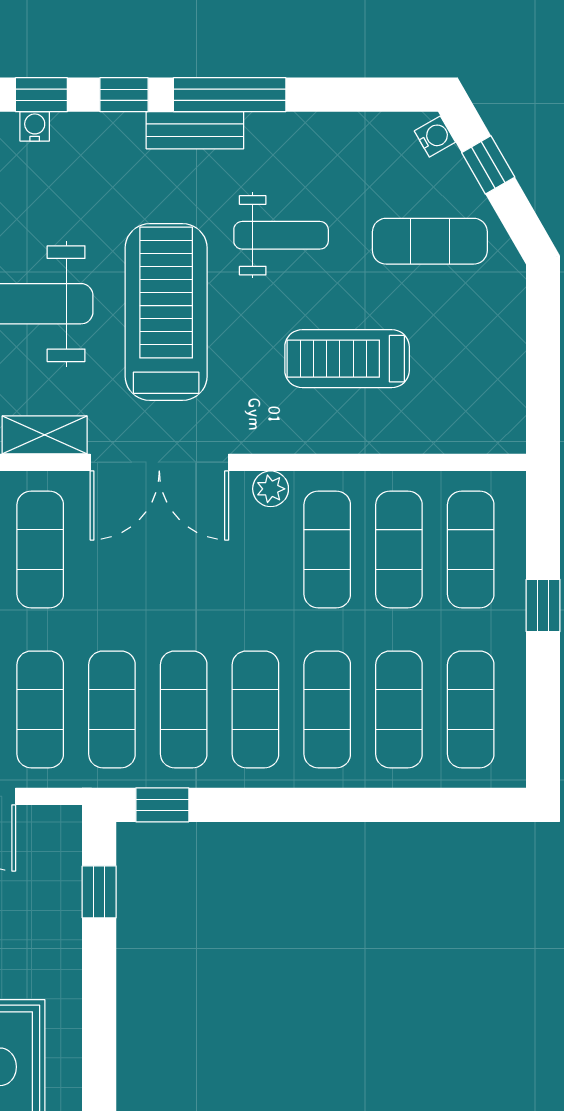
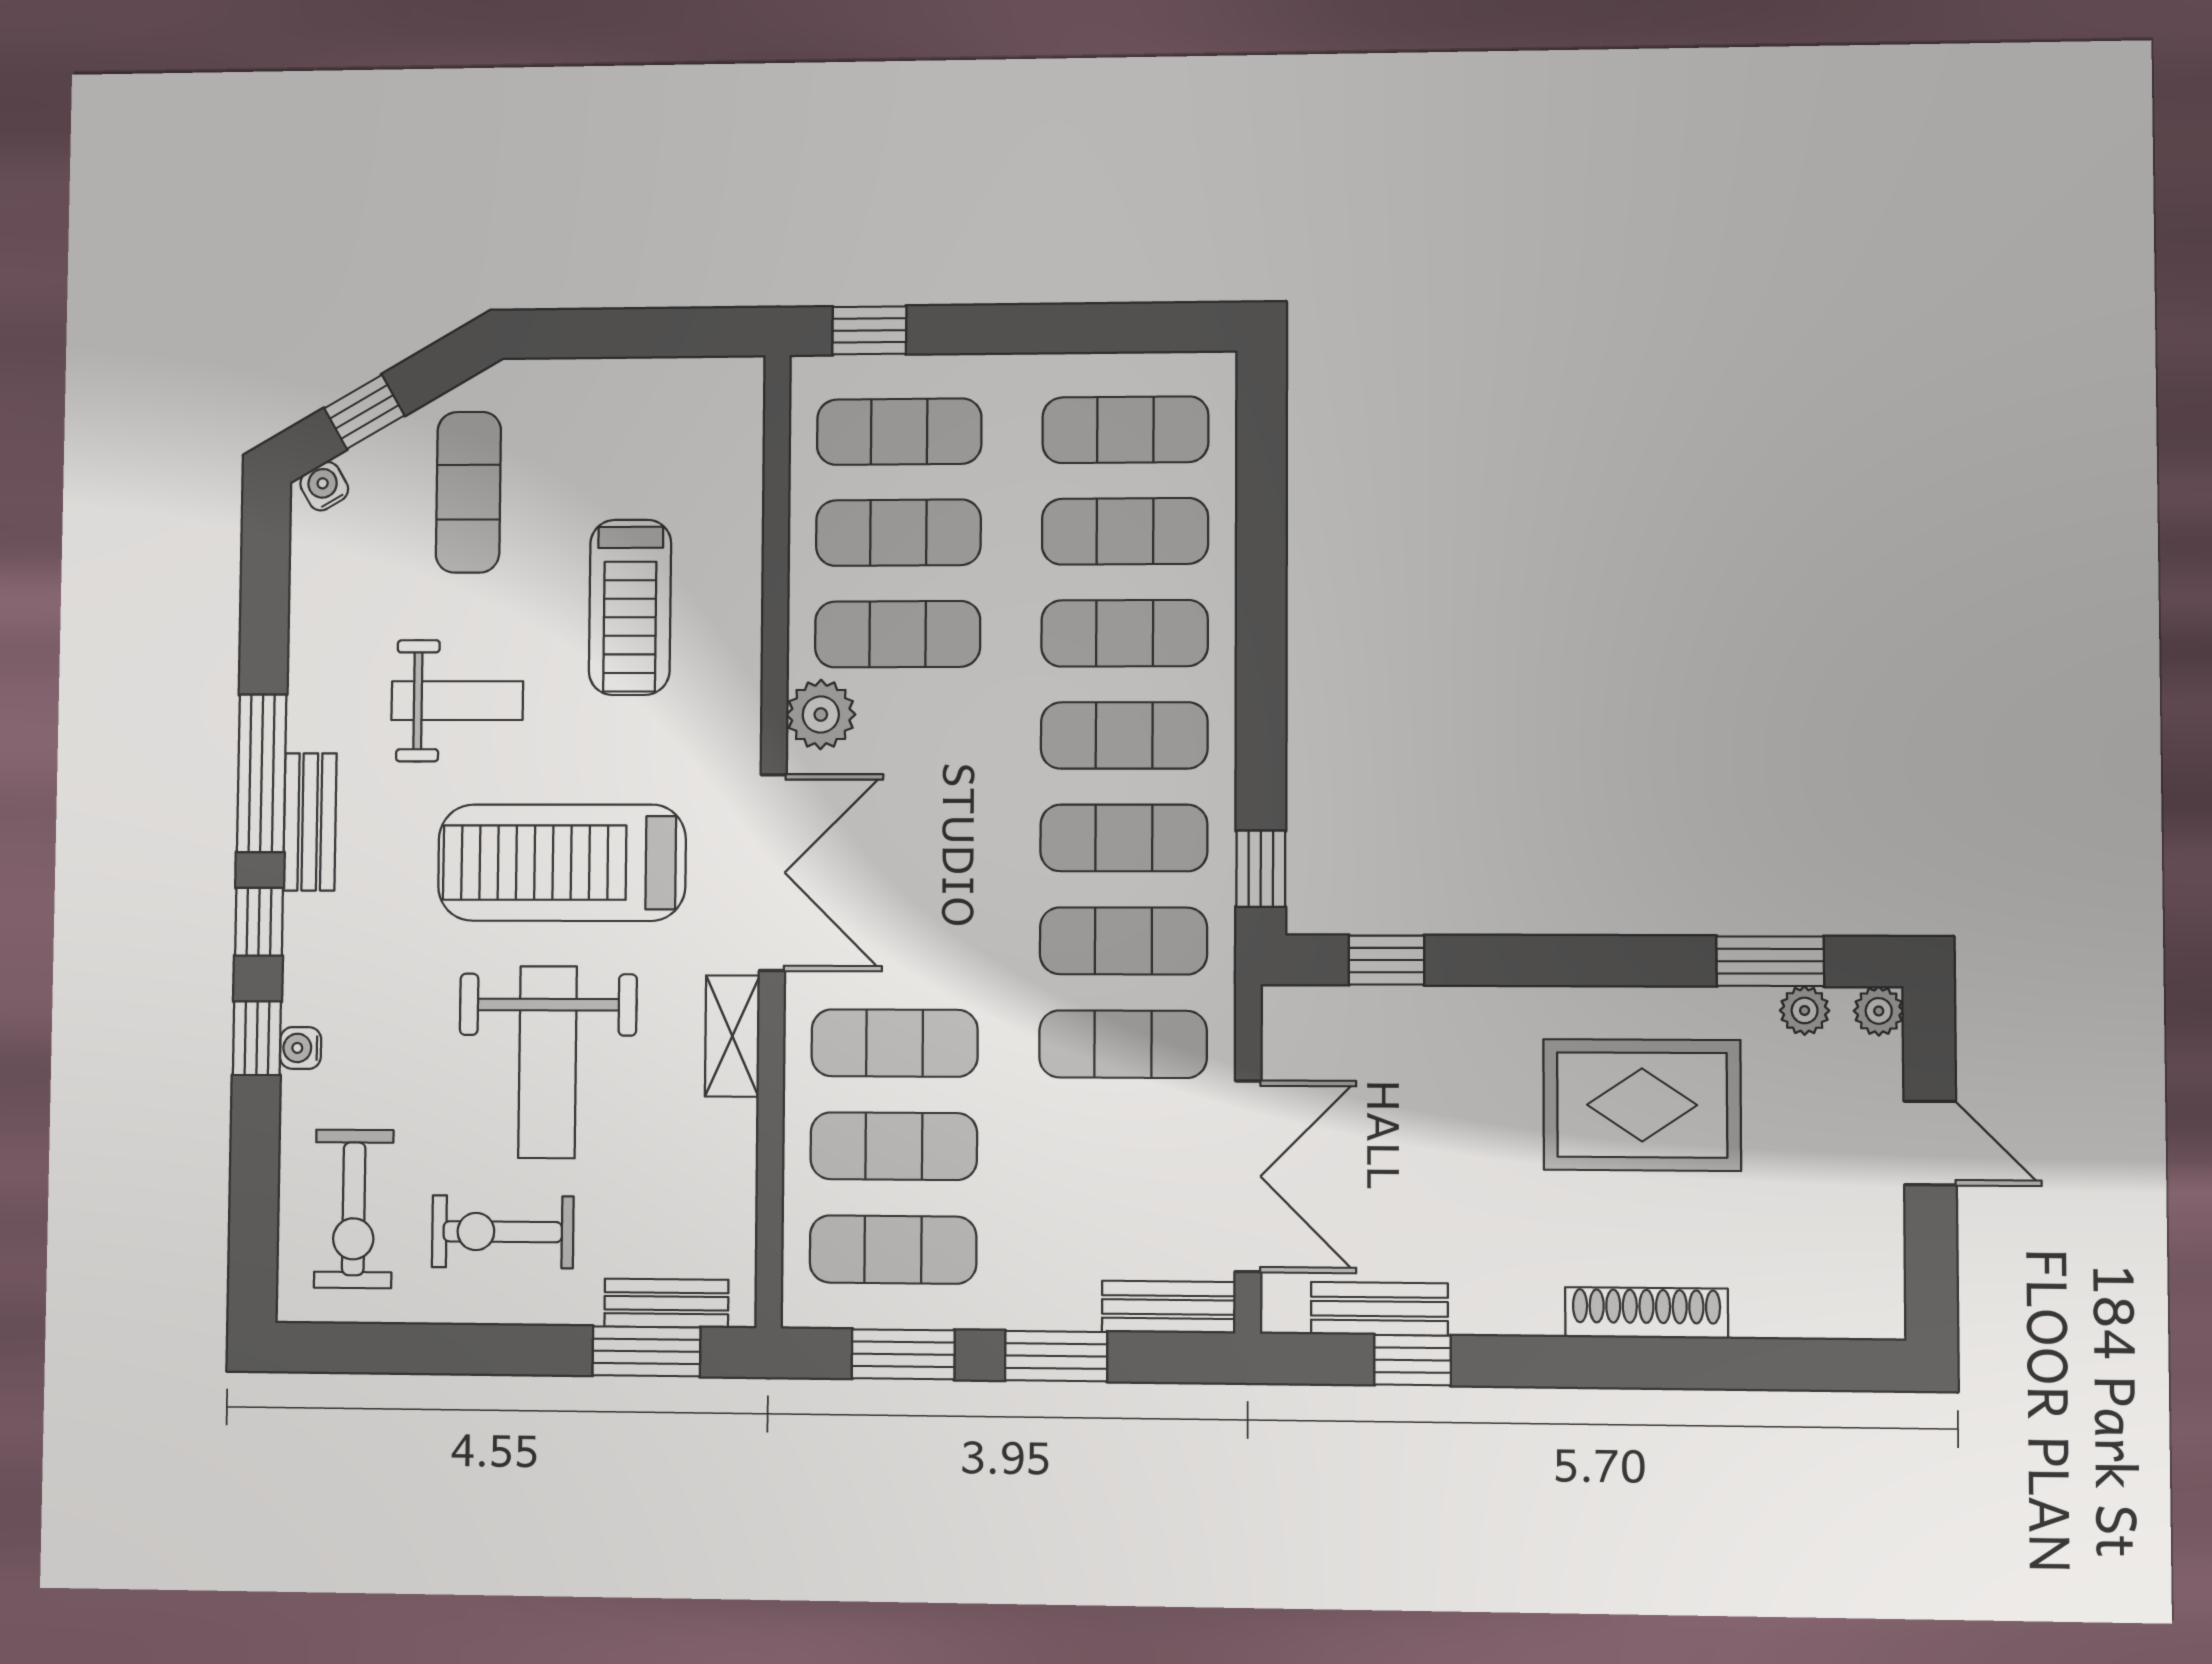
weight bench: (281, 235) -> (457, 701), turned 90
plant: (271, 489) -> (821, 715), width x1.38, depth x1.38
window: (543, 606) -> (869, 330), moved

